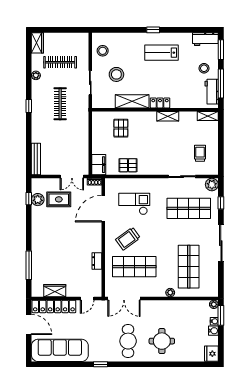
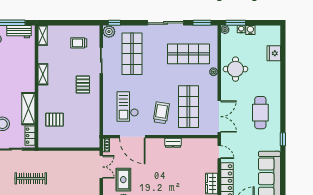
locker: (160, 103) -> (30, 136), moved
filing cabinet: (99, 165) -> (90, 141), removed
pallet: (128, 165) -> (83, 85), moved
window: (221, 203) -> (114, 23), moved
trolley: (128, 239) -> (161, 113), turned -135
dresser: (97, 261) -> (173, 143), moved
window: (221, 281) -> (202, 23), added
cafe table: (128, 341) -> (260, 113), turned 90
round table: (162, 341) -> (235, 69), moved
fridge: (211, 354) -> (274, 53), moved, turned 90

